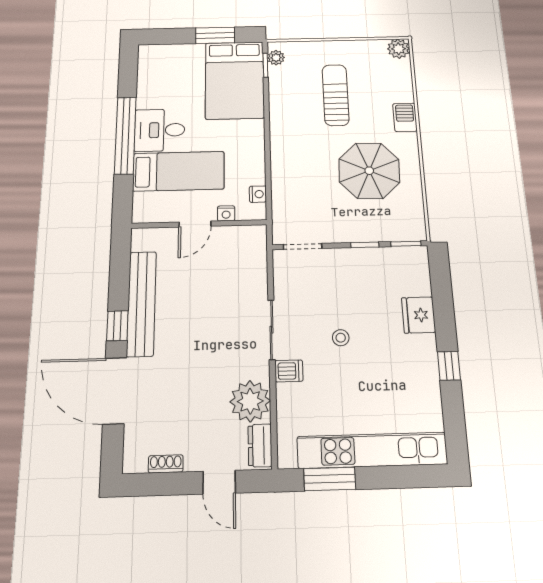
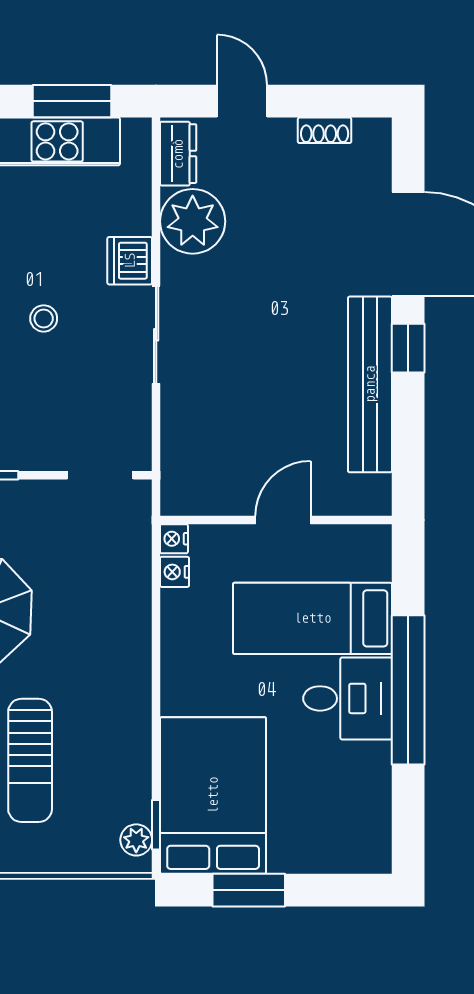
nightstand: (226, 213) -> (174, 539), moved, turned -90
dishwasher: (289, 371) -> (130, 261), width x1.38

